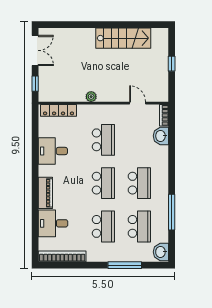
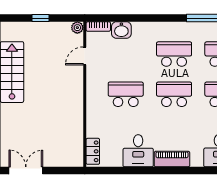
window: (35, 84) -> (63, 171), removed
plant: (91, 97) -> (77, 28), moved
locker: (59, 110) -> (93, 151), width x0.66
piano: (45, 193) -> (172, 159), moved

